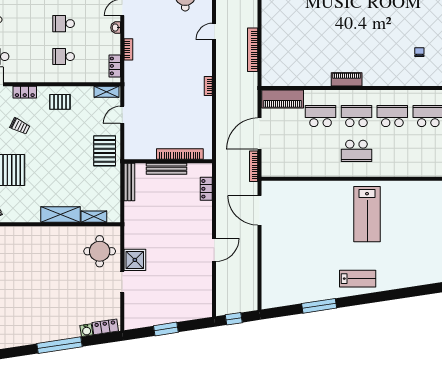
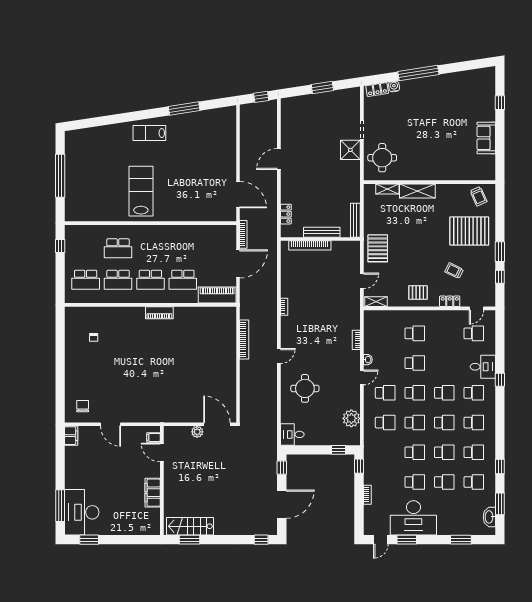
locker: (115, 66) -> (369, 325), removed
school desk: (356, 151) -> (118, 248), moved, turned 180

